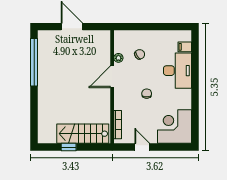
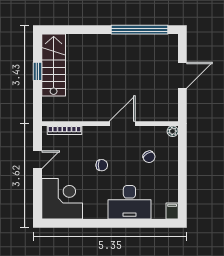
filing cabinet: (185, 47) -> (172, 211), moved
plant: (118, 58) -> (173, 131), moved
door: (112, 77) -> (122, 124), hinge flipped
stairs: (83, 134) -> (54, 65), moved

